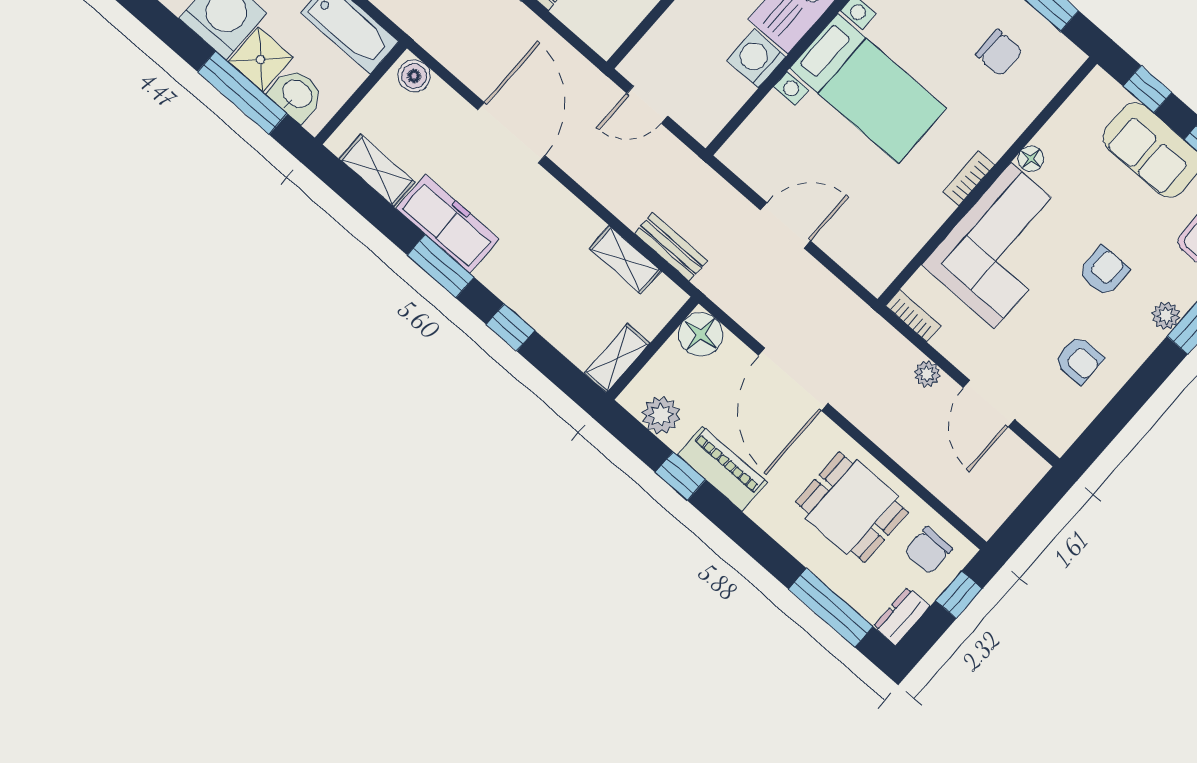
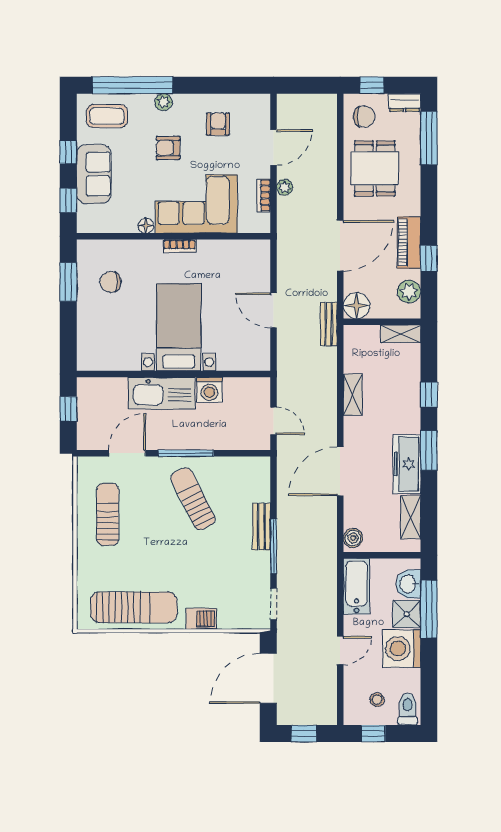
chair: (999, 53) -> (110, 282), turned -90
bench: (671, 247) -> (329, 324), moved
shelving: (625, 260) -> (353, 395), moved
bookcase: (913, 316) -> (264, 195), moved

